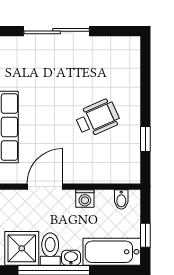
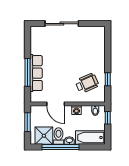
wheelchair: (97, 118) -> (87, 83), moved
door: (45, 187) -> (56, 104), swing flipped
window: (145, 235) -> (108, 118), moved

